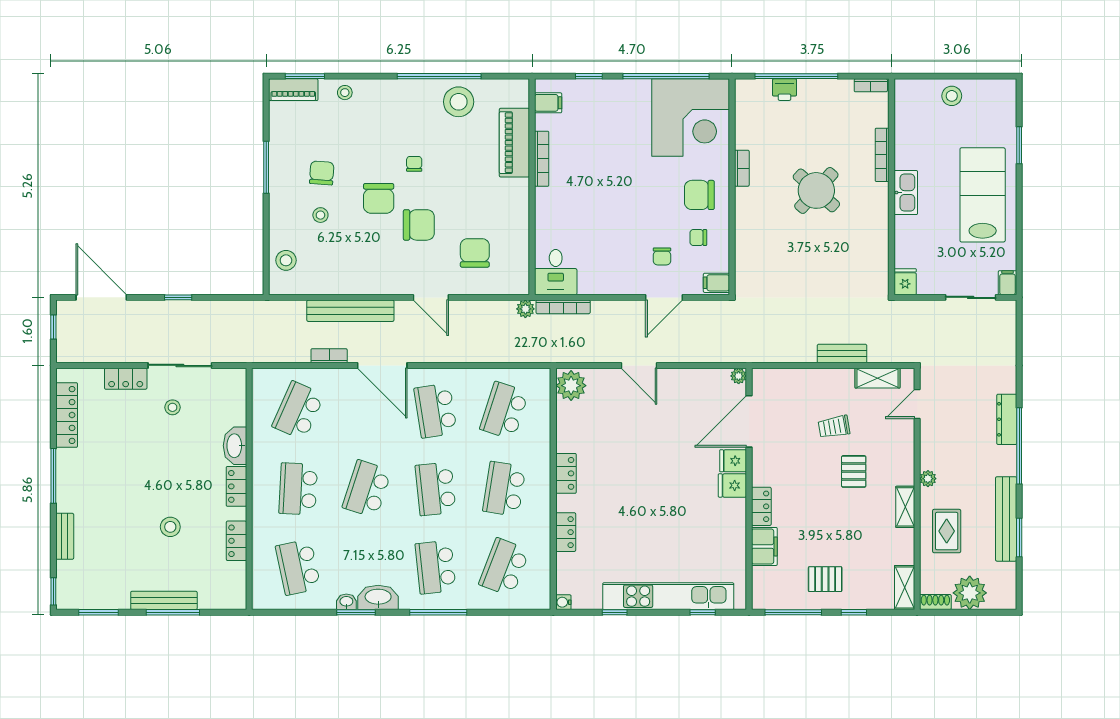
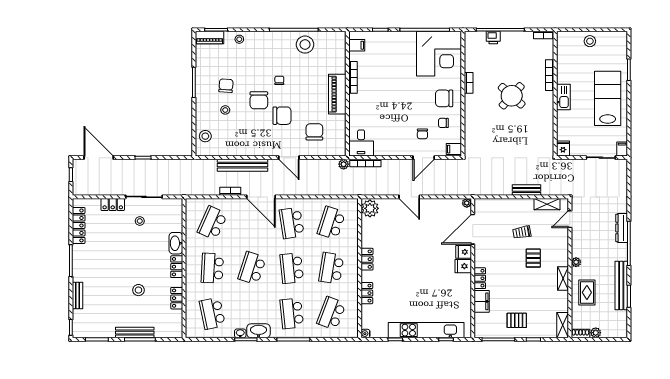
piano: (514, 143) -> (337, 94), moved
plant: (970, 593) -> (596, 333), width x0.53, depth x0.53

